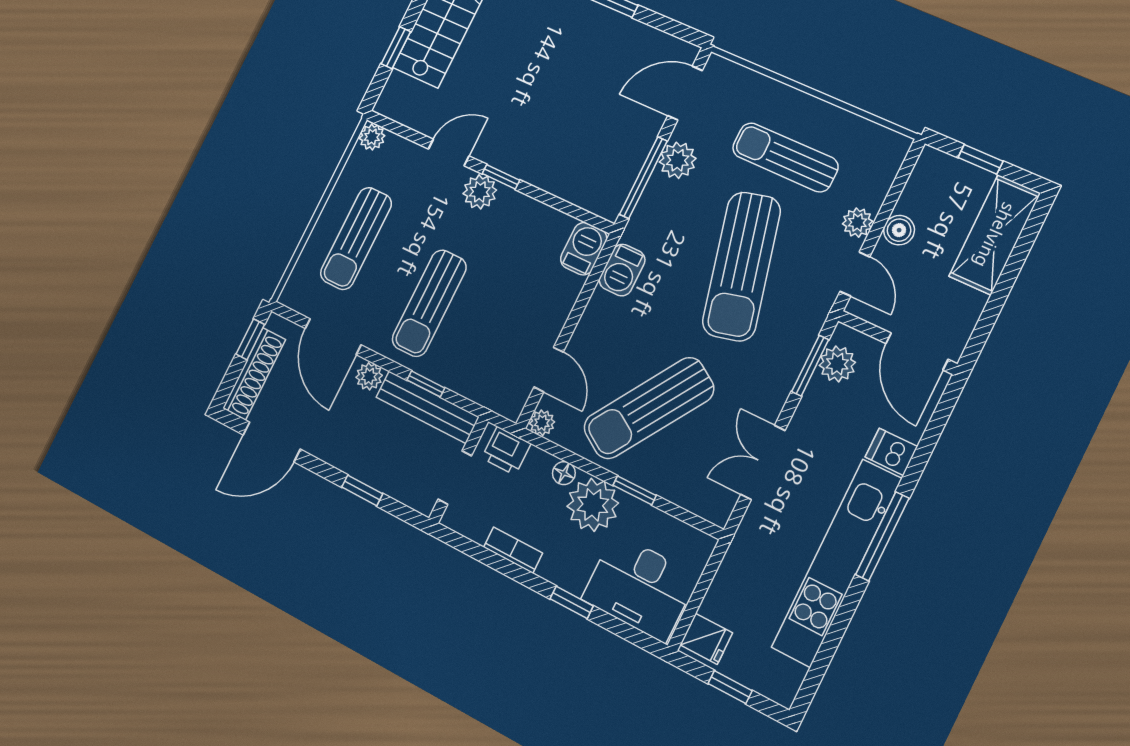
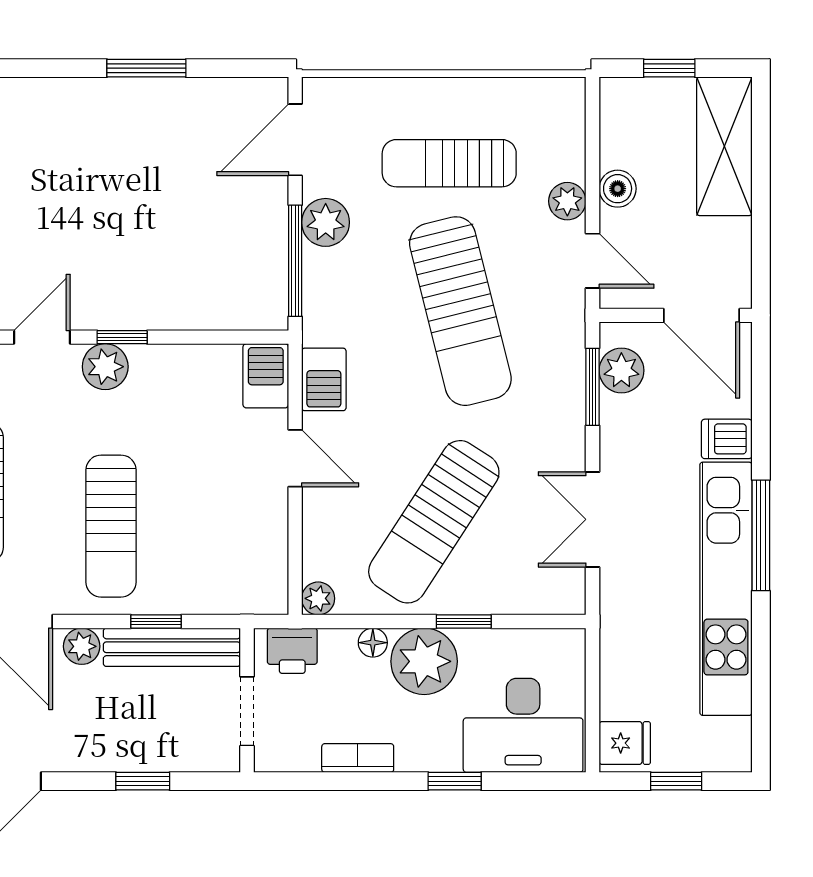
door: (549, 370) -> (295, 458), moved

